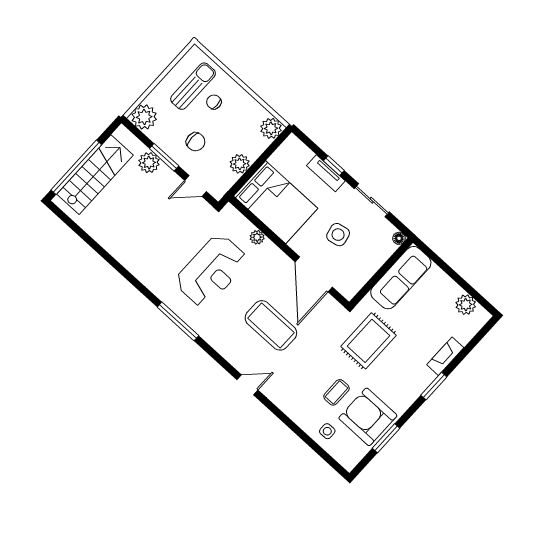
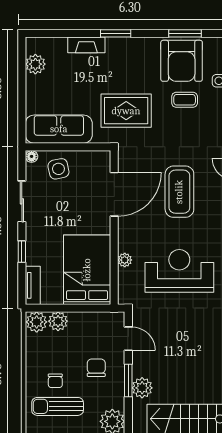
plant: (240, 164) -> (58, 321), moved
tv unit: (326, 173) -> (33, 285), moved
side table: (338, 235) -> (58, 169), moved

